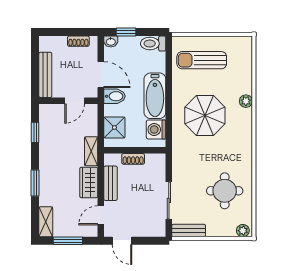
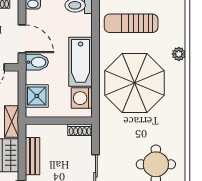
plant: (246, 101) -> (179, 54), moved
parasol: (205, 115) -> (134, 83), width x1.36, depth x1.36
shoe rack: (133, 159) -> (80, 130), moved

